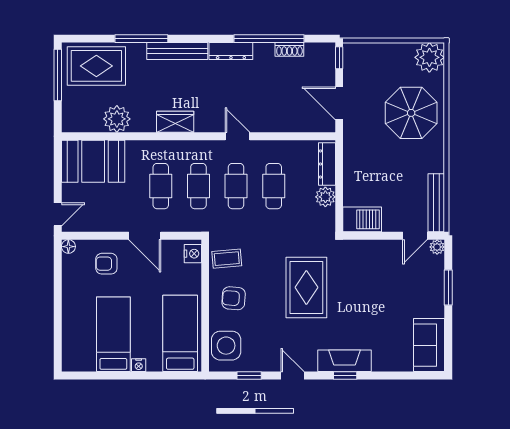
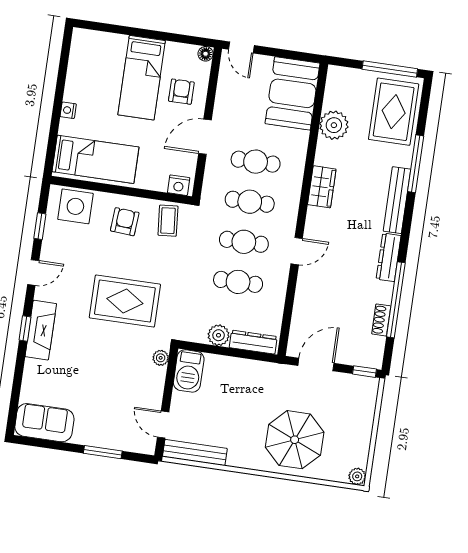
plant: (429, 57) -> (357, 476), width x0.53, depth x0.53
plant: (437, 247) -> (161, 358), moved
bed: (113, 334) -> (142, 78), moved, turned 90

